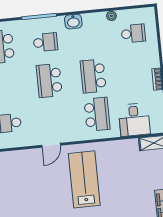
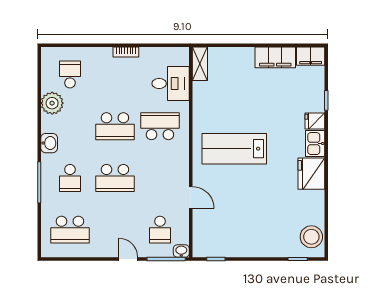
plant: (111, 16) -> (52, 103), width x1.88, depth x1.88
school desk: (45, 42) -> (70, 178), turned 180
door: (51, 145) -> (191, 197), moved

